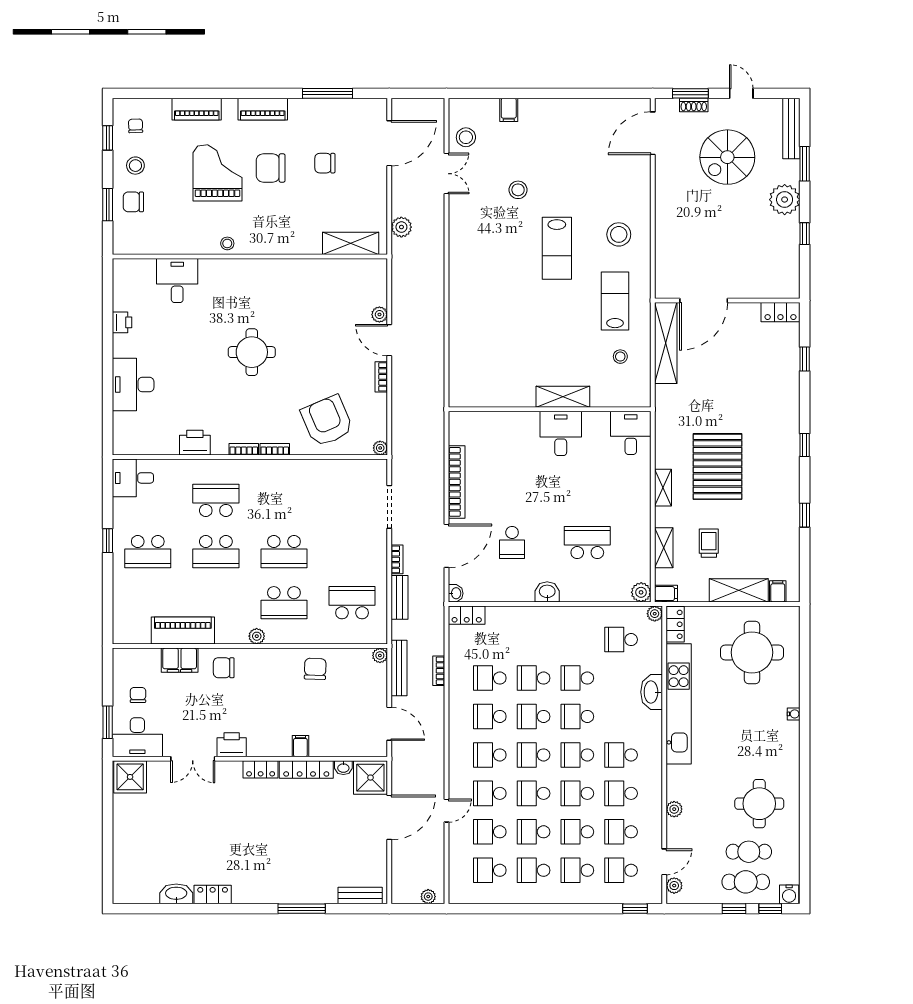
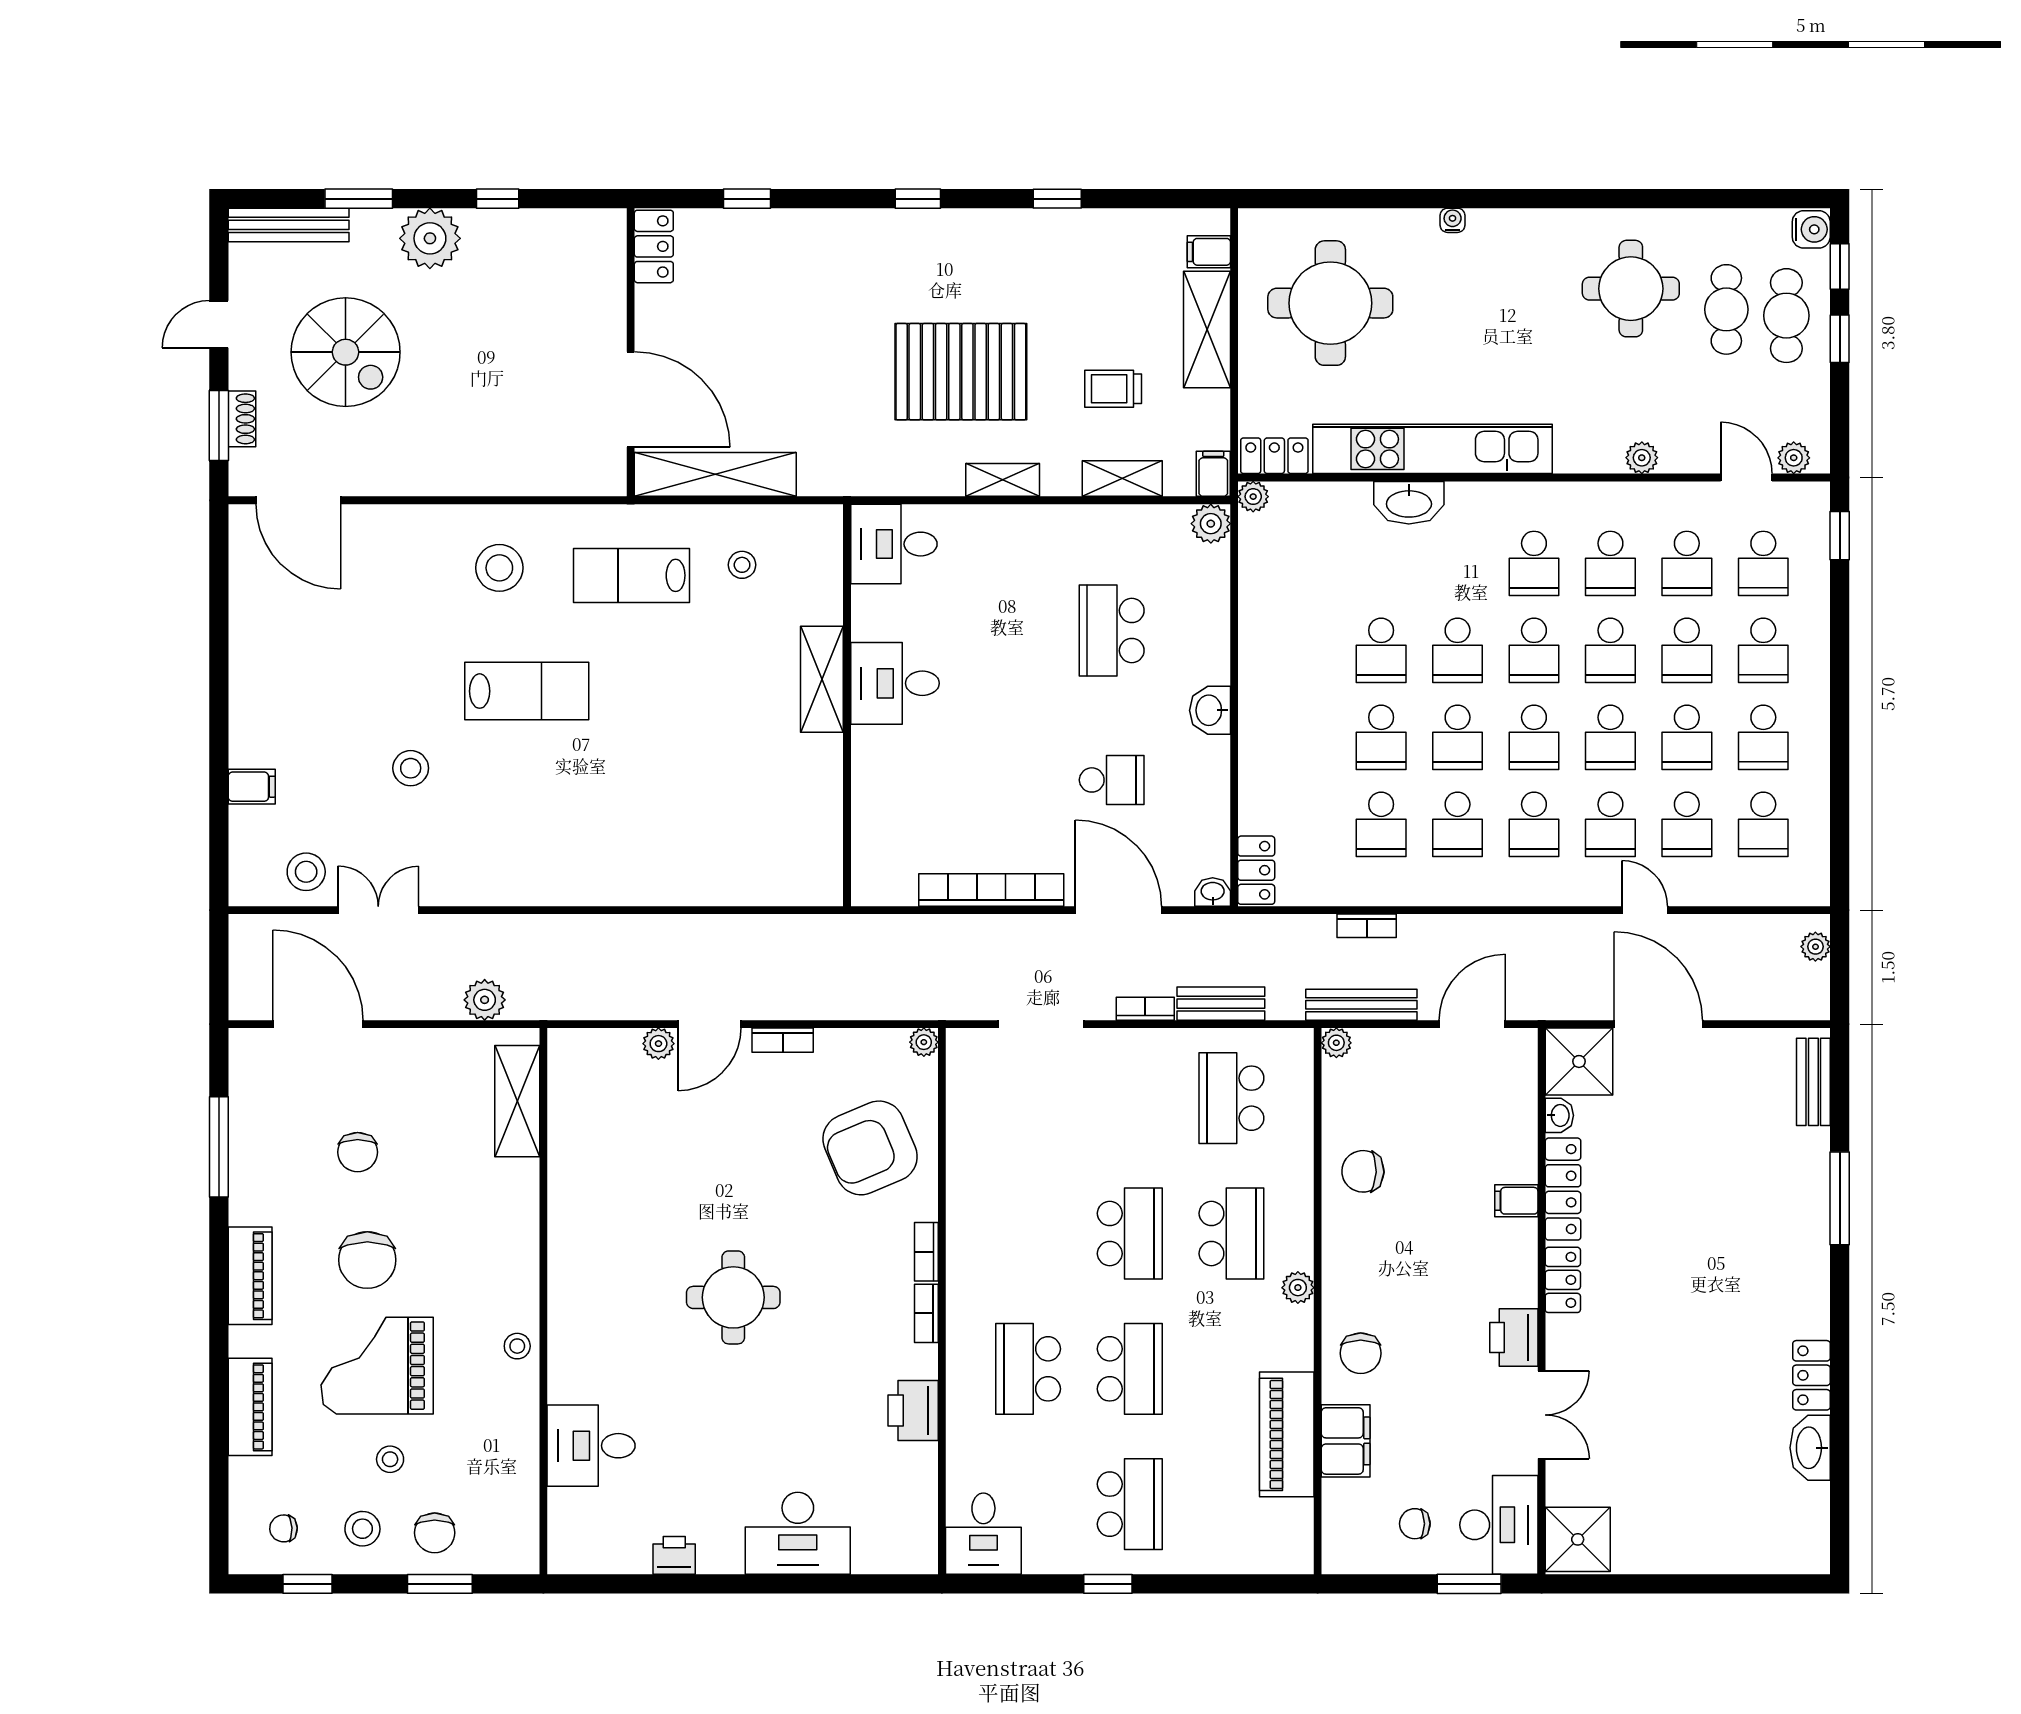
stool: (170, 179) -> (390, 1459), added
school desk: (621, 640) -> (1305, 563), removed

